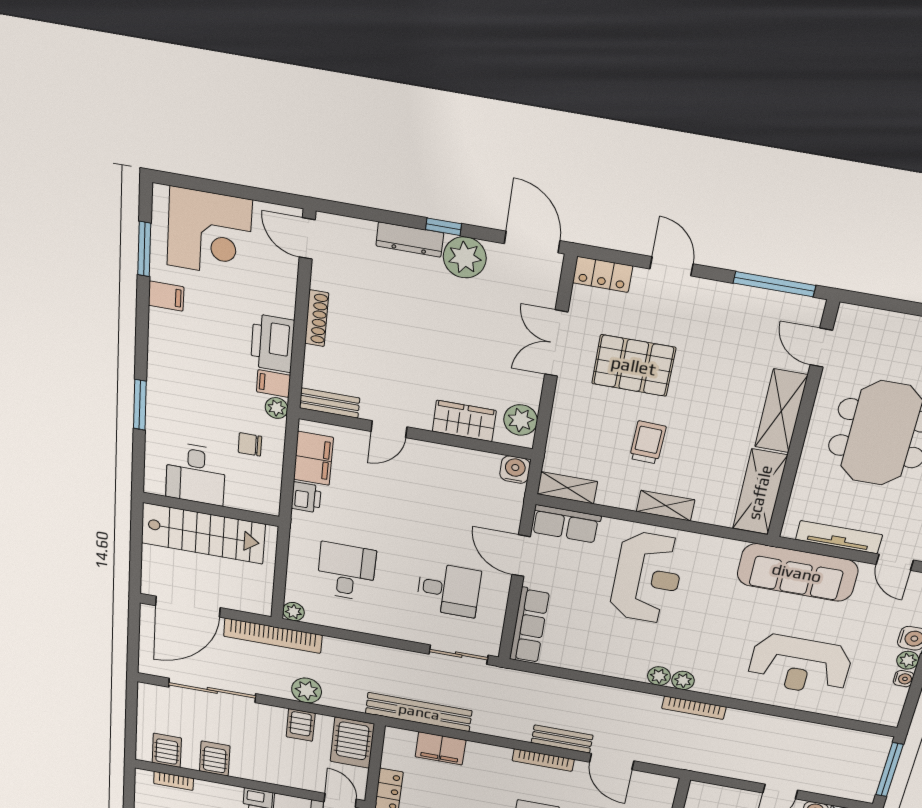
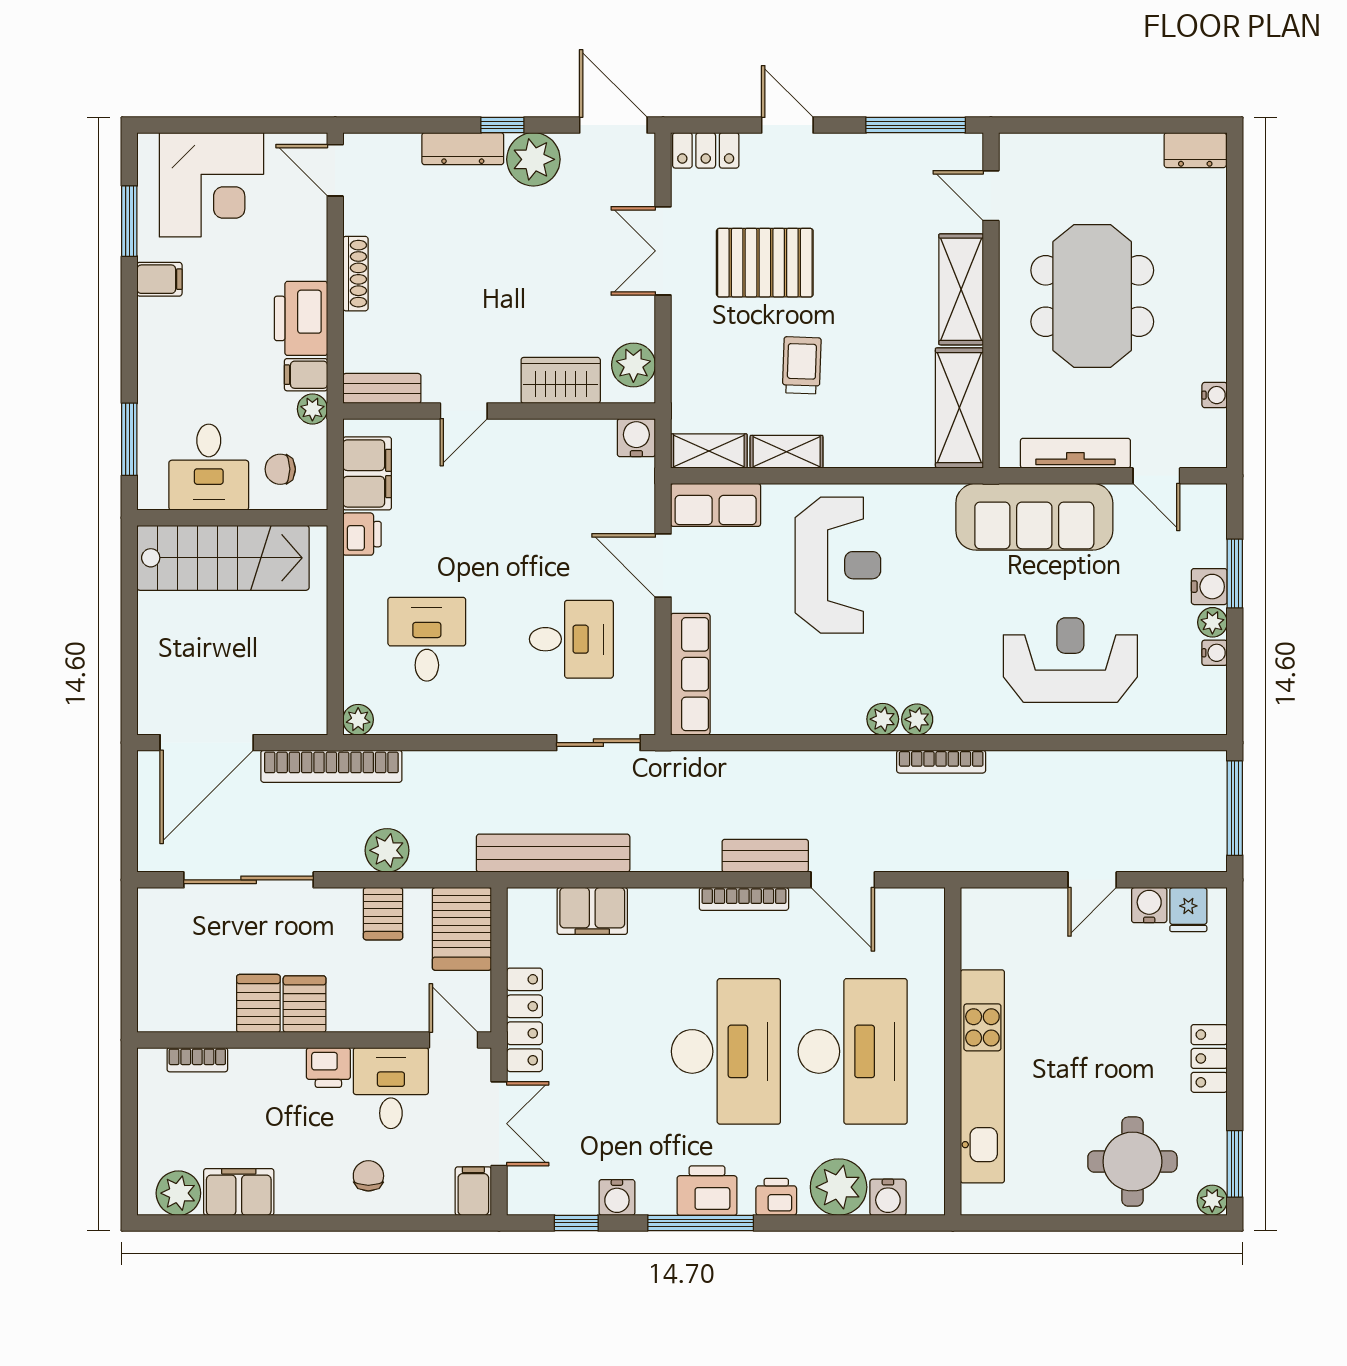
desk: (196, 474) -> (209, 467), moved
shelving: (666, 506) -> (787, 452), moved
wall: (211, 509) -> (232, 518), moved
stairs: (203, 533) -> (223, 558), moved
reception desk: (800, 665) -> (1070, 660), turned 180
server rack: (167, 750) -> (305, 1004), moved

